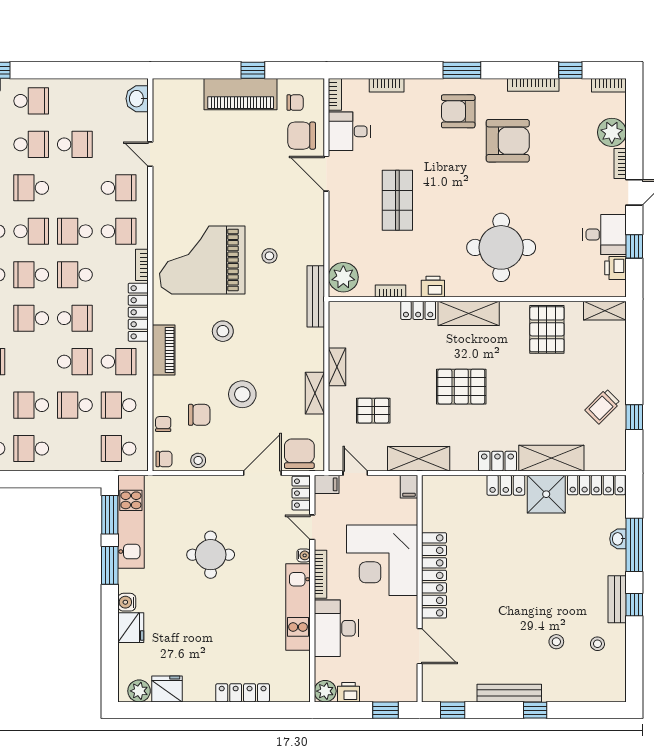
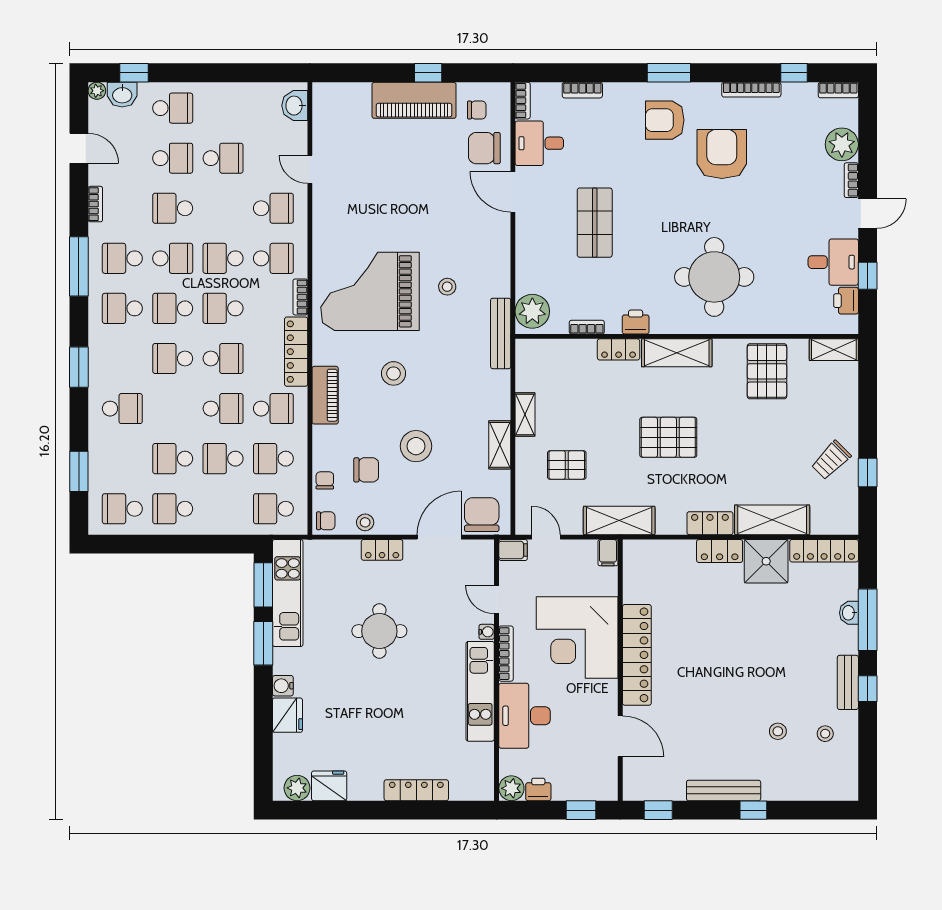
armchair: (508, 141) -> (722, 154), turned -90
locker: (301, 493) -> (382, 550), moved, turned -90

